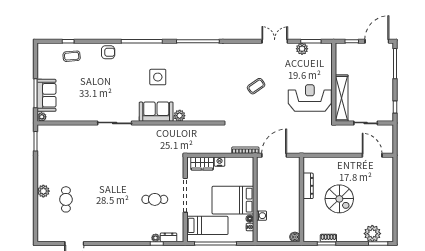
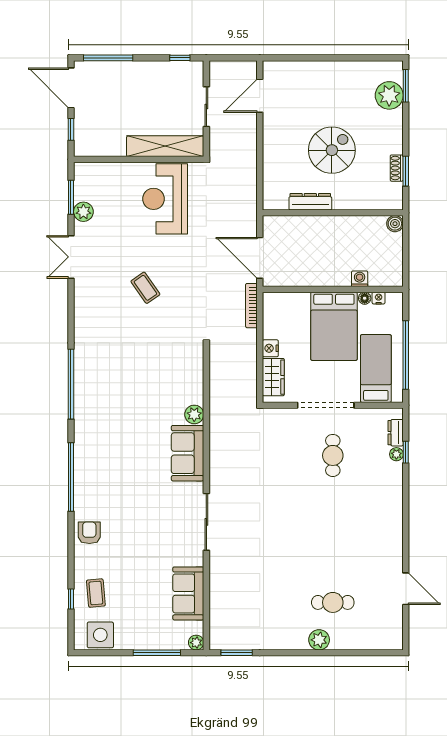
side table: (158, 77) -> (100, 635), moved
sofa: (46, 95) -> (188, 593), moved, turned -90

